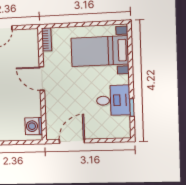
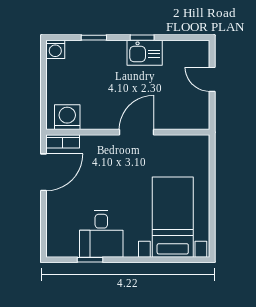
bookcase: (47, 39) -> (63, 141), moved
door: (72, 141) -> (43, 172), hinge flipped

